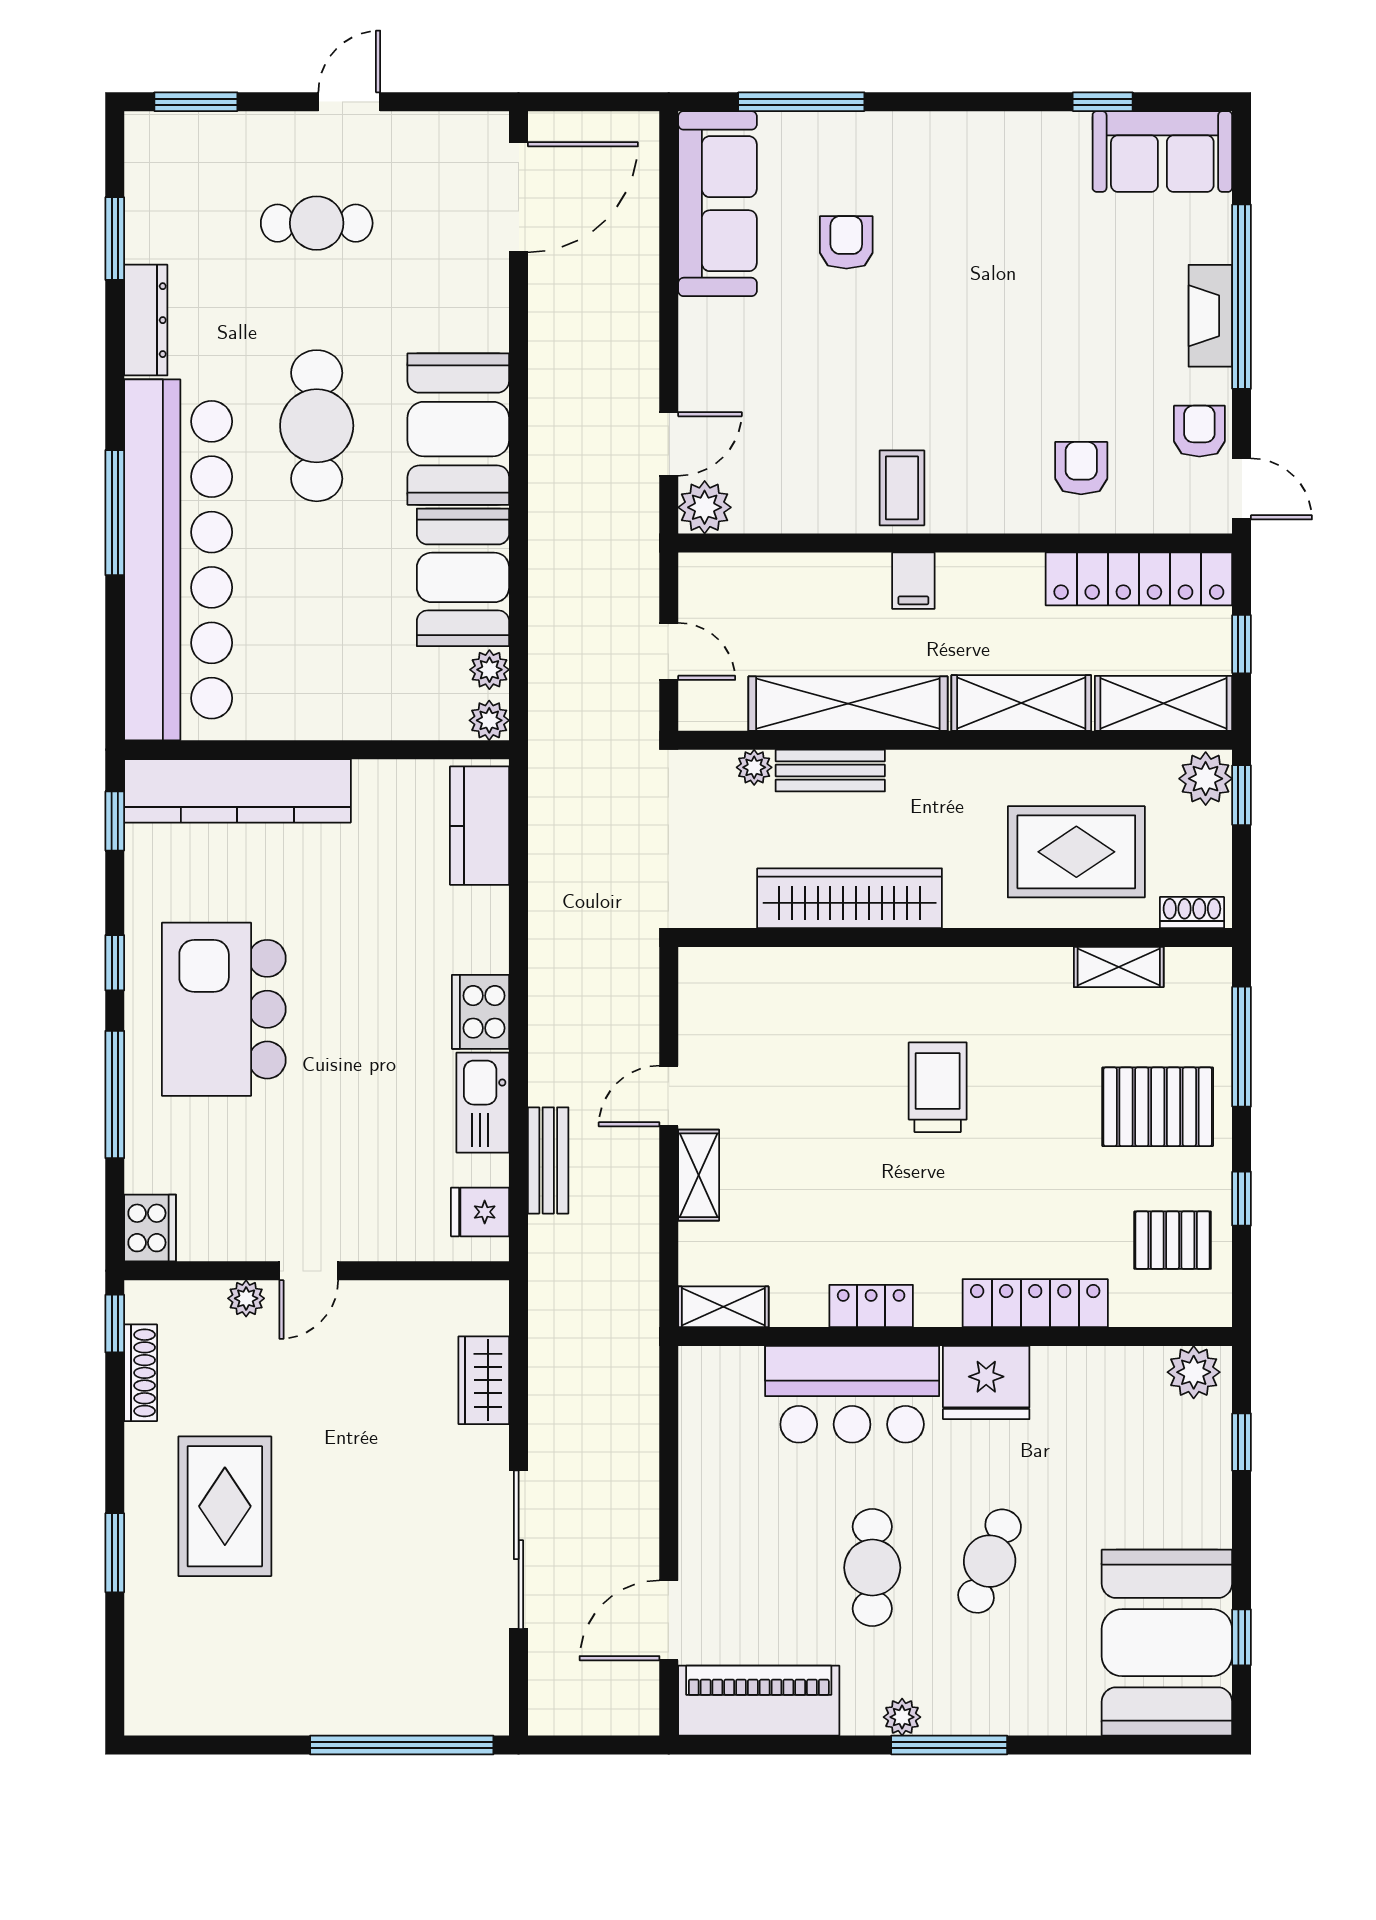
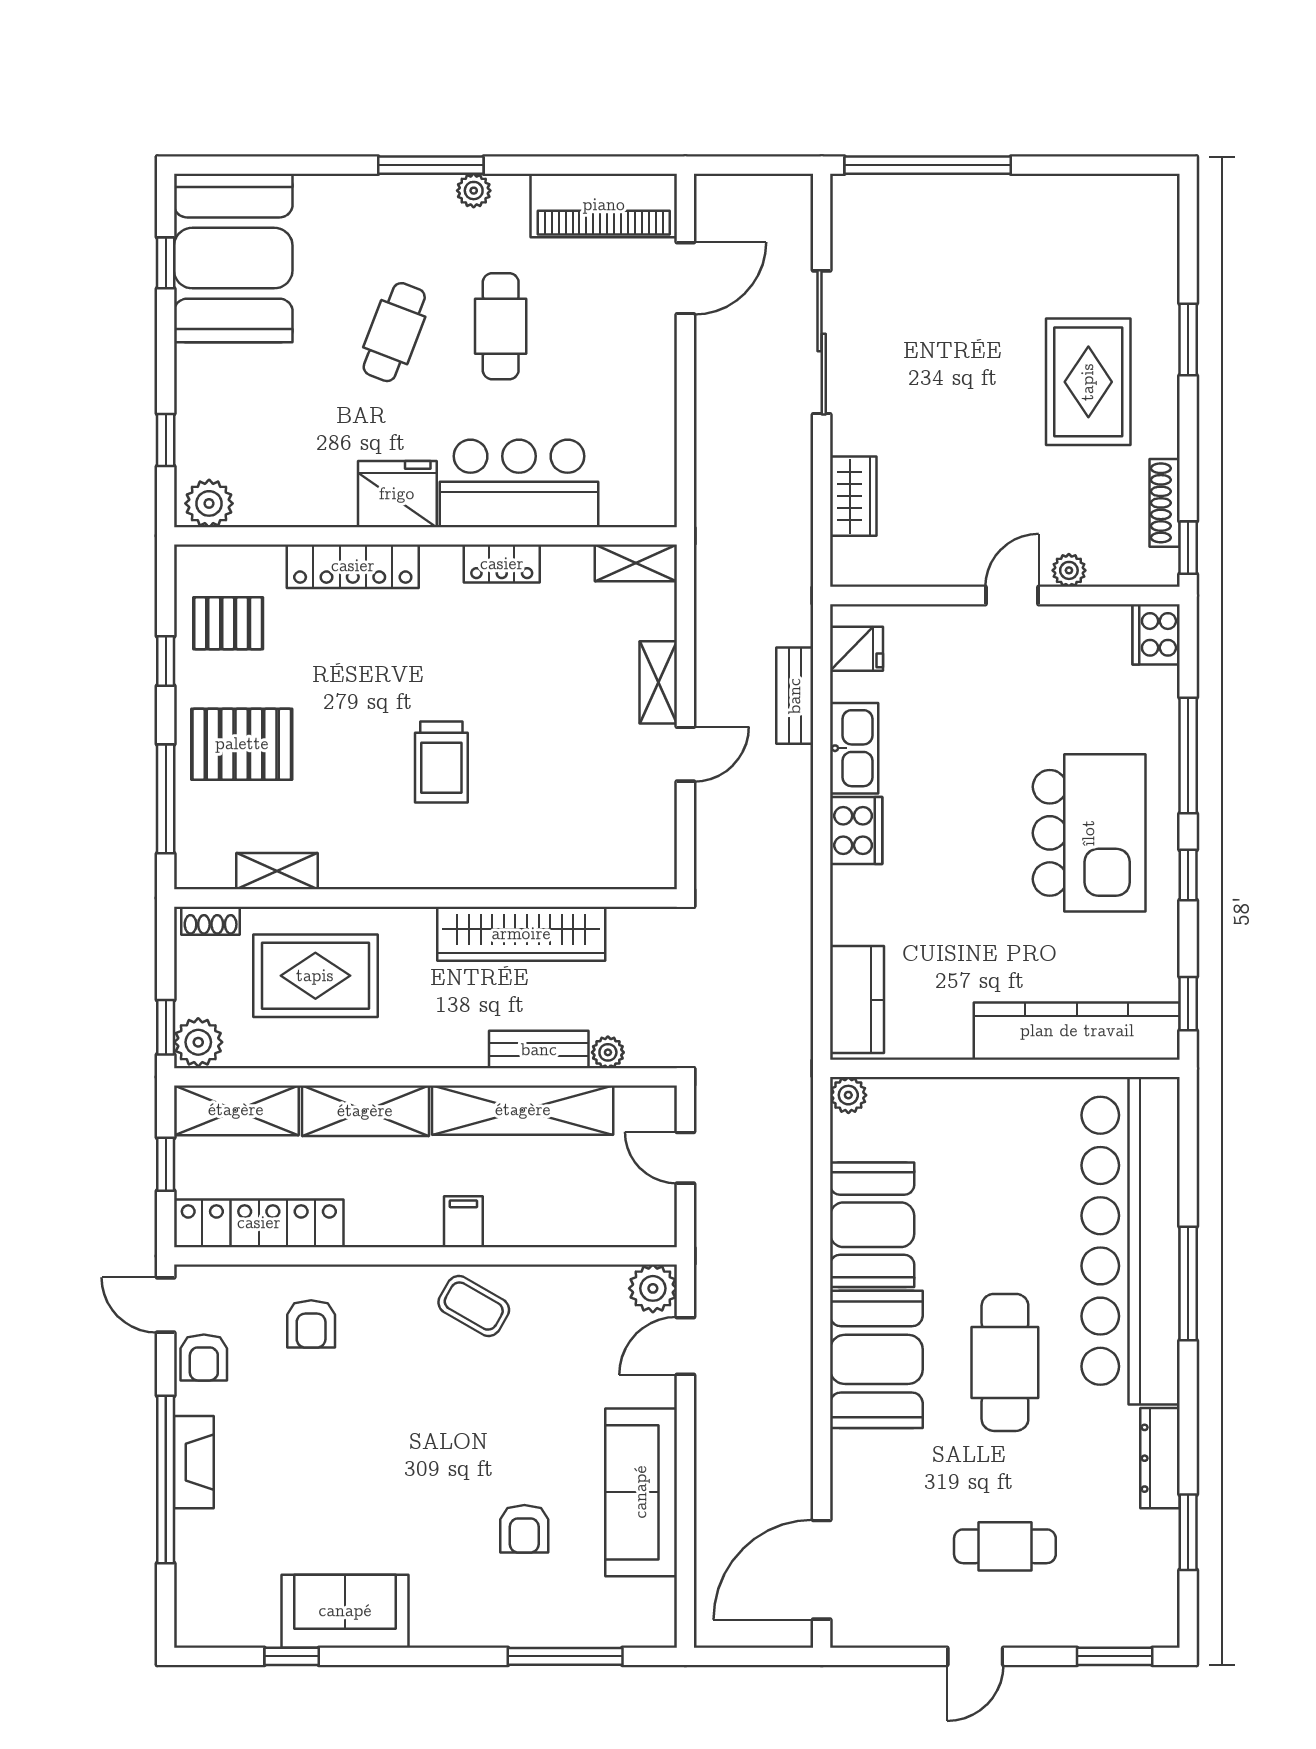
sofa: (1162, 151) -> (345, 1611), moved
sofa: (717, 204) -> (641, 1492), moved
coffee table: (902, 488) -> (474, 1306), turned -60
plant: (489, 670) -> (848, 1141), removed

